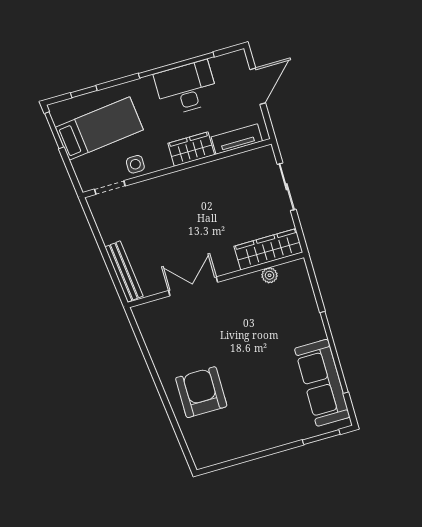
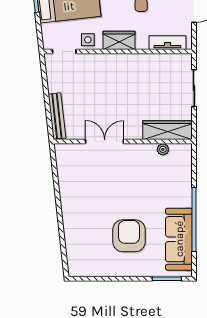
wardrobe: (191, 149) -> (119, 40), moved
armchair: (201, 392) -> (129, 236), moved

